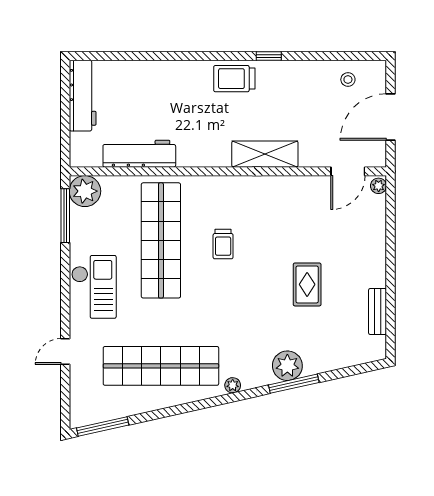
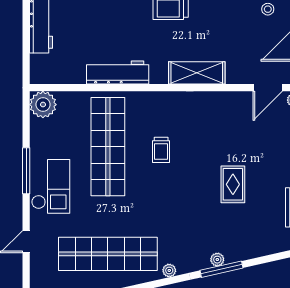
workbench: (139, 154) -> (118, 73), moved
window: (65, 216) -> (26, 171), moved
plant: (287, 366) -> (217, 260), width x0.53, depth x0.53

